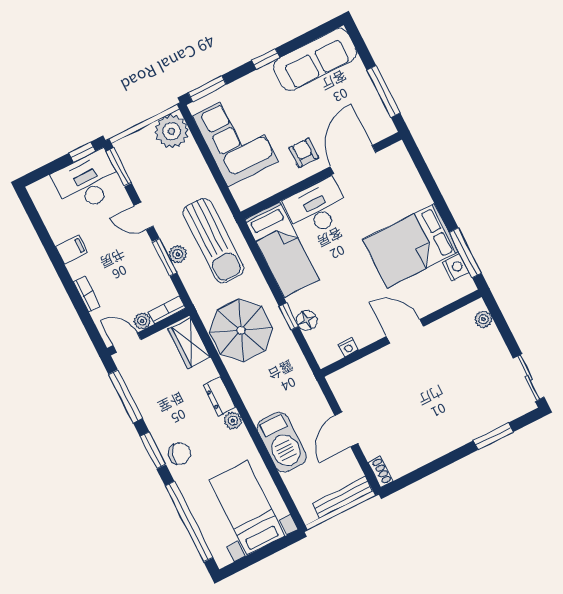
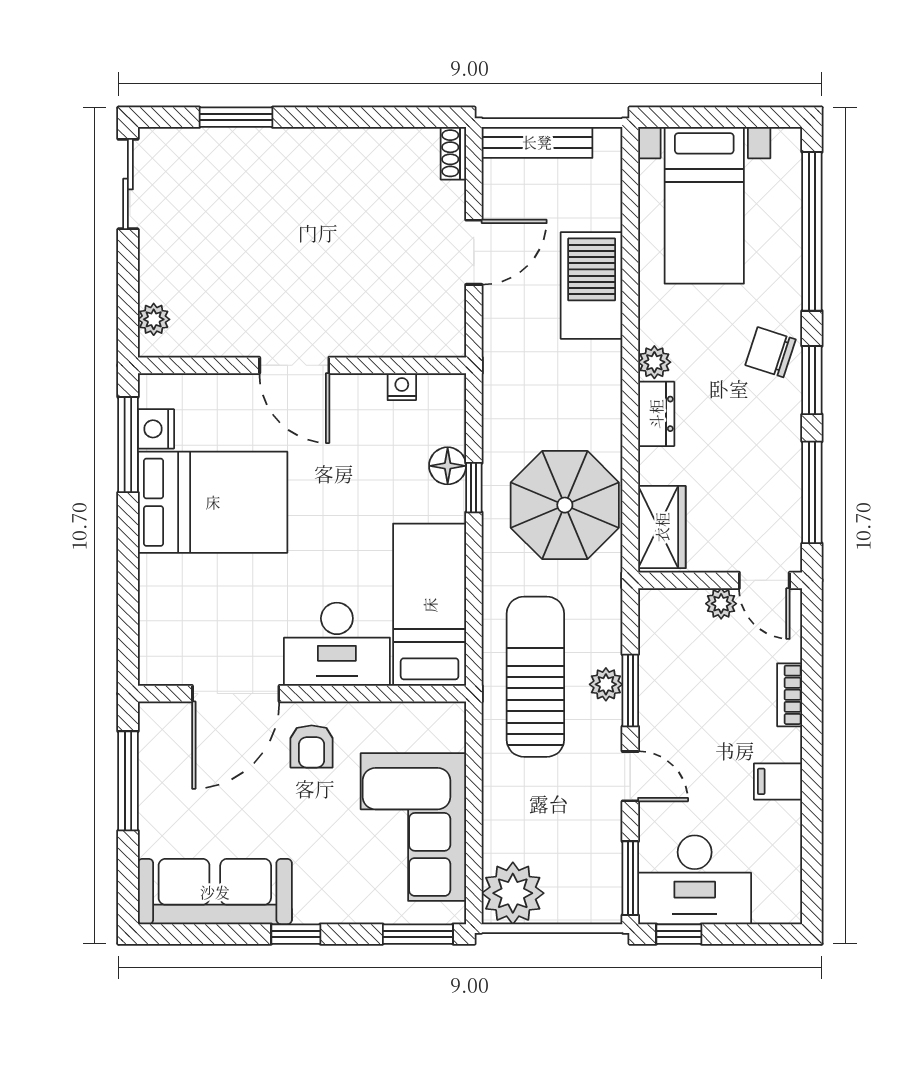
bookcase: (167, 310) -> (670, 601), removed

